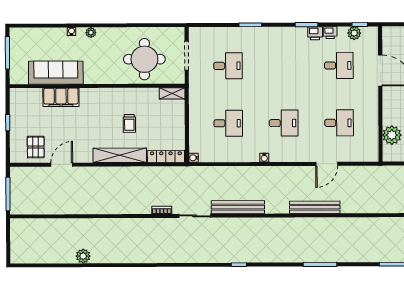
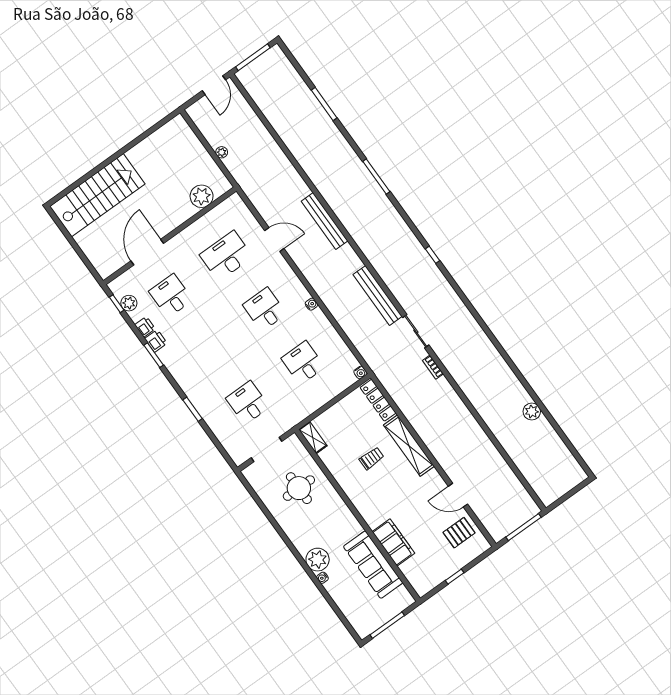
plant: (91, 32) -> (318, 560), width x1.88, depth x1.88
round table: (144, 59) -> (299, 488), width x0.73, depth x0.73
desk: (339, 123) -> (226, 256), width x1.37

